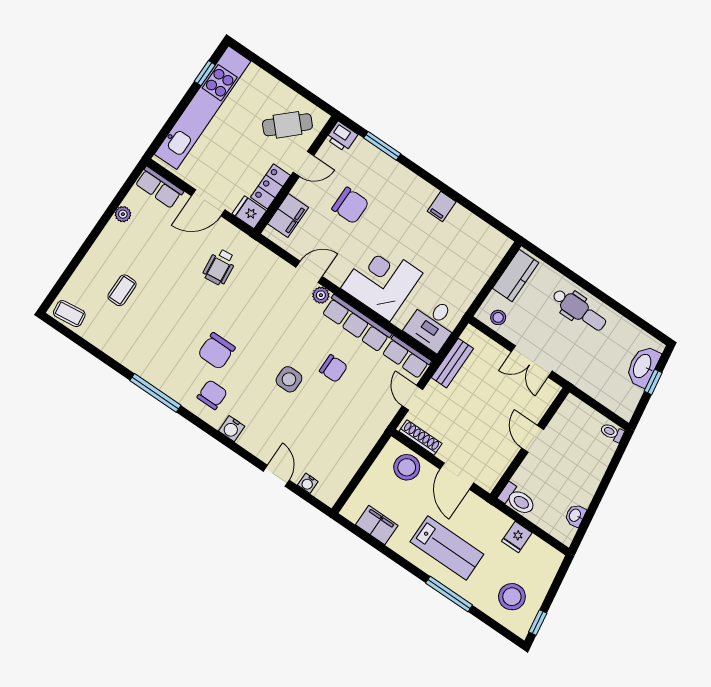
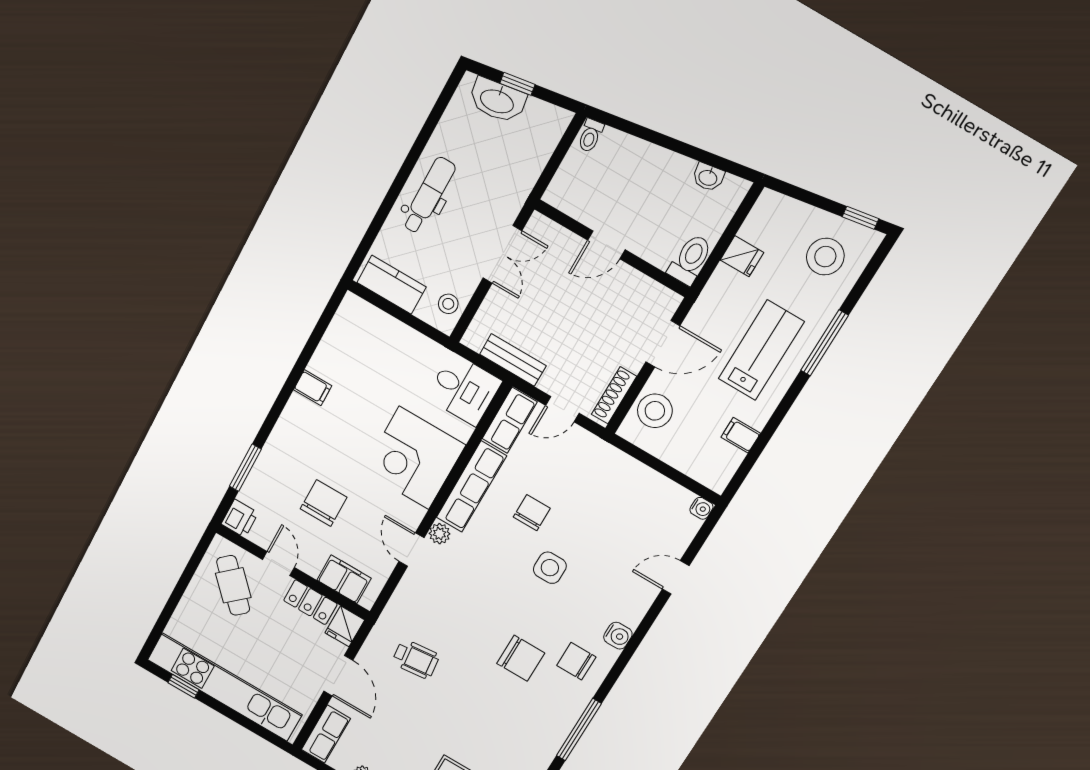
water cooler: (308, 483) -> (701, 508), moved
filing cabinet: (377, 525) -> (741, 435), width x0.50

